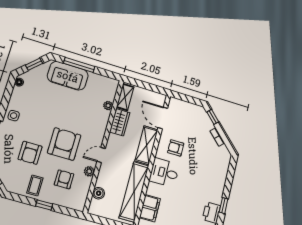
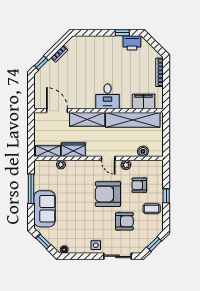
window: (79, 65) -> (31, 189), moved
door: (163, 118) -> (57, 111), swing flipped
armchair: (176, 148) -> (82, 91), removed

